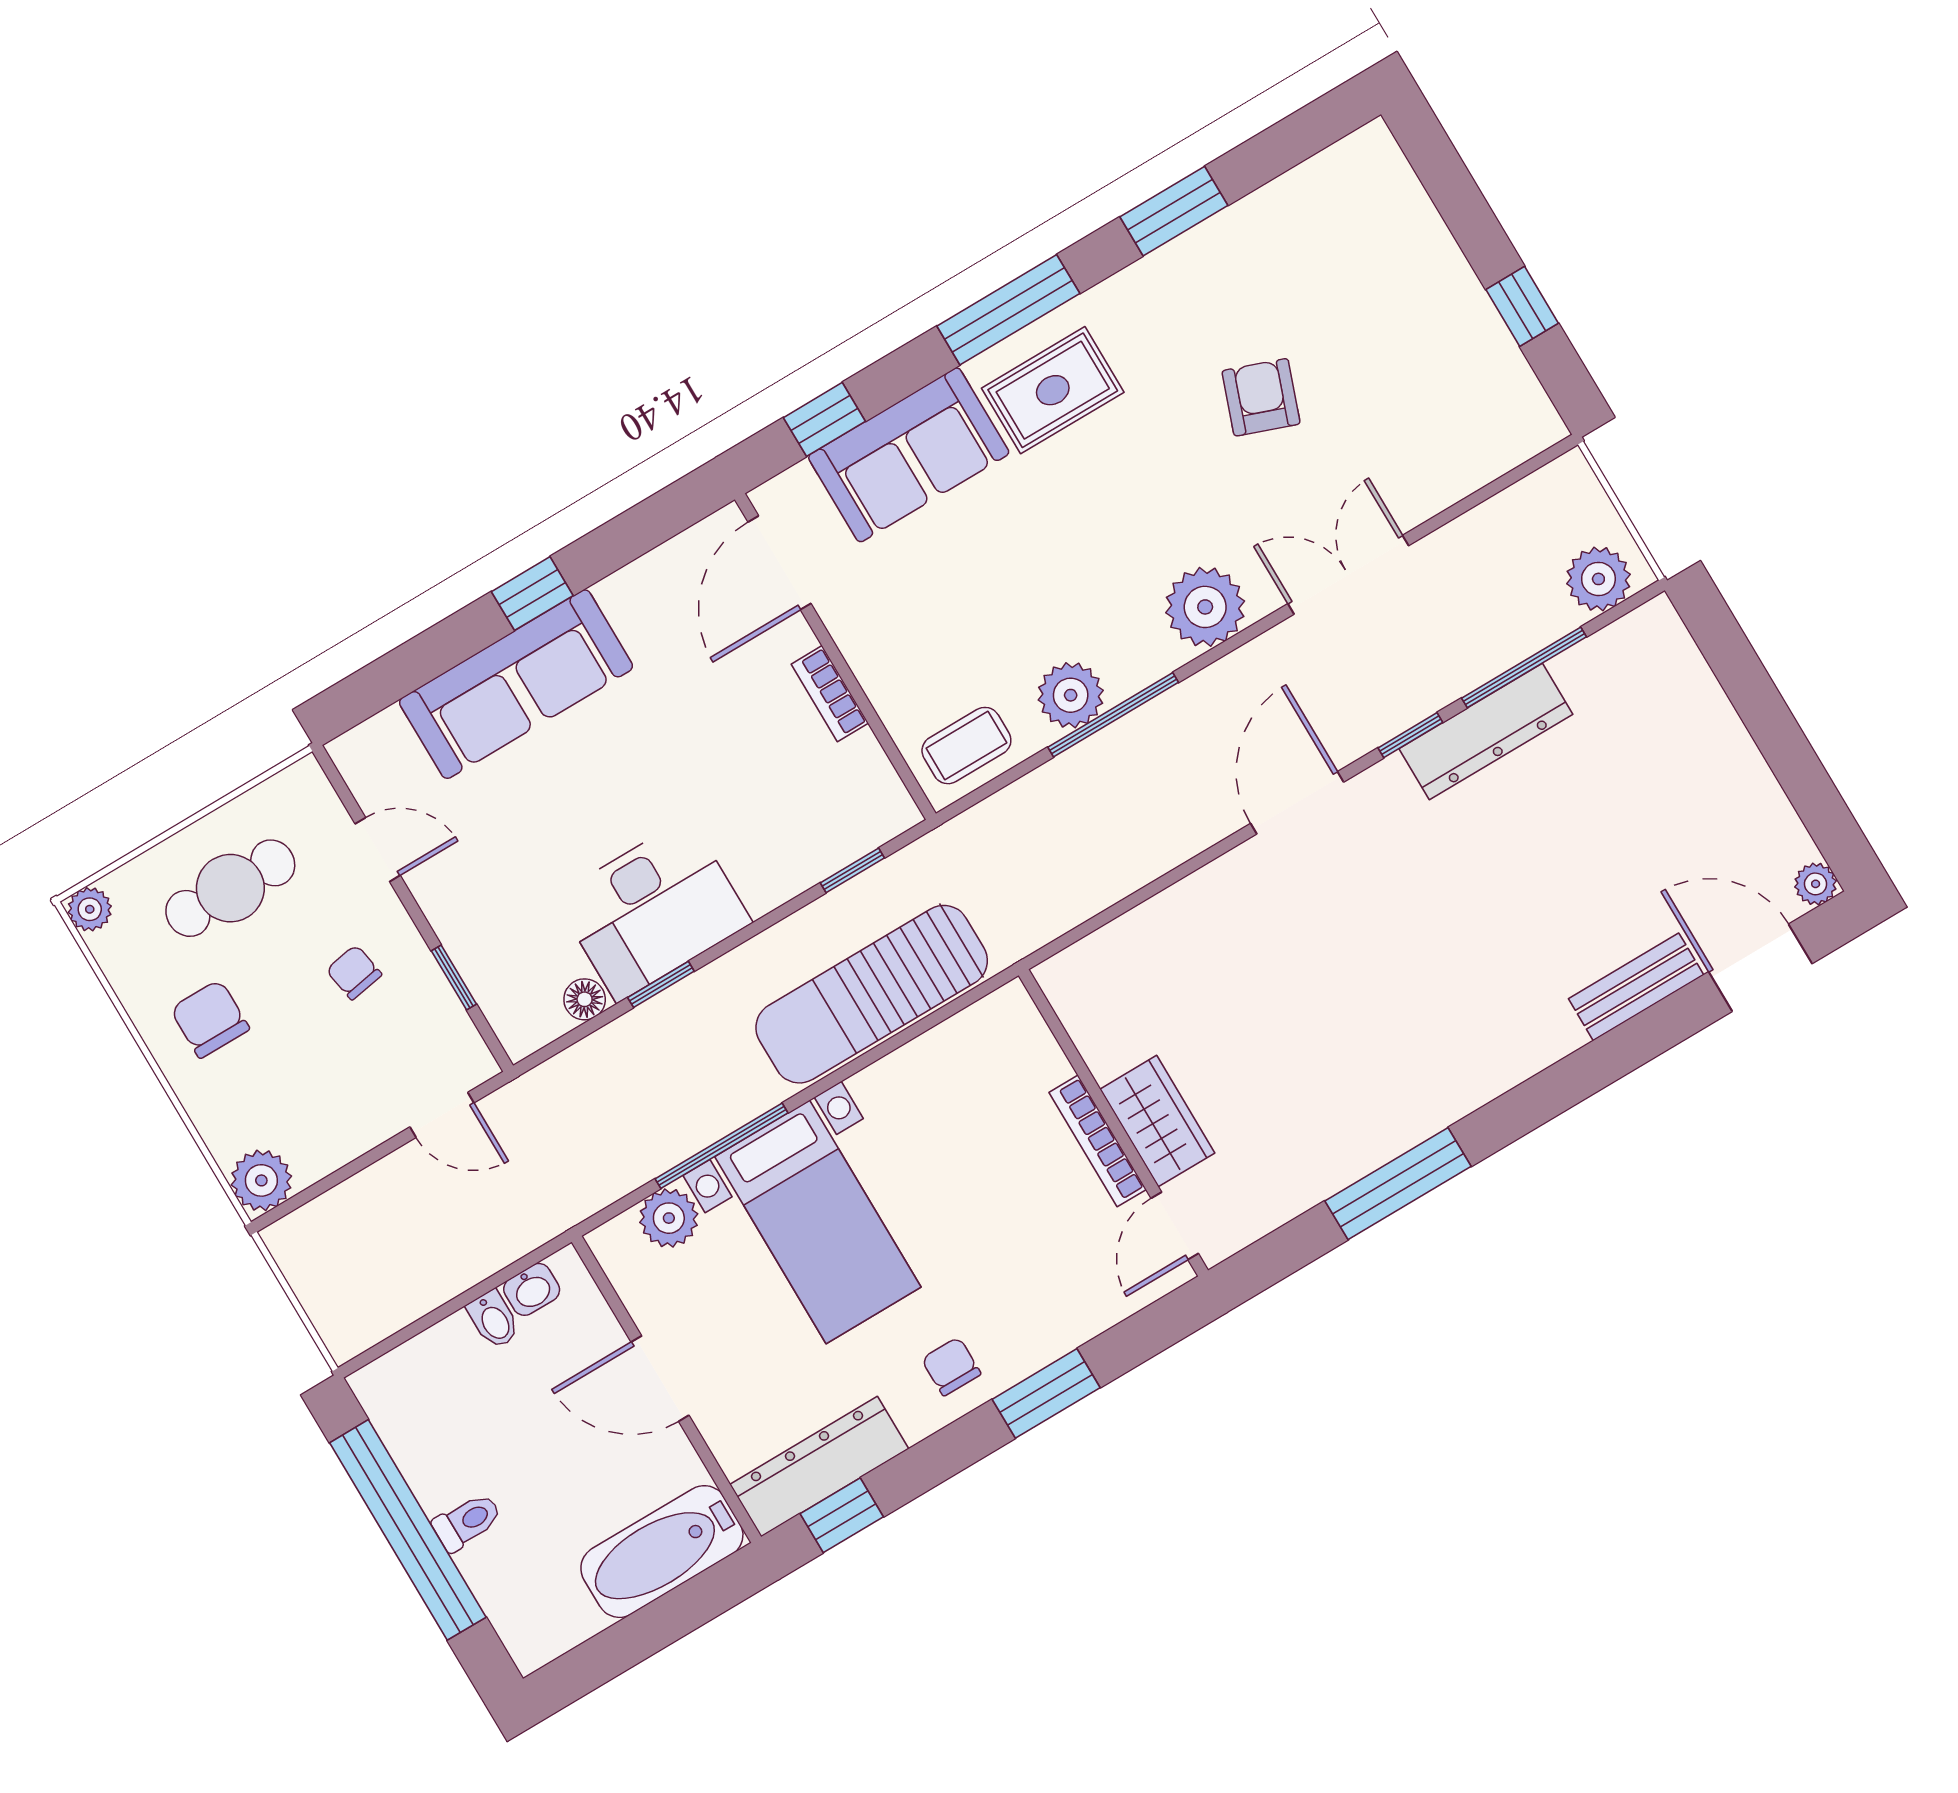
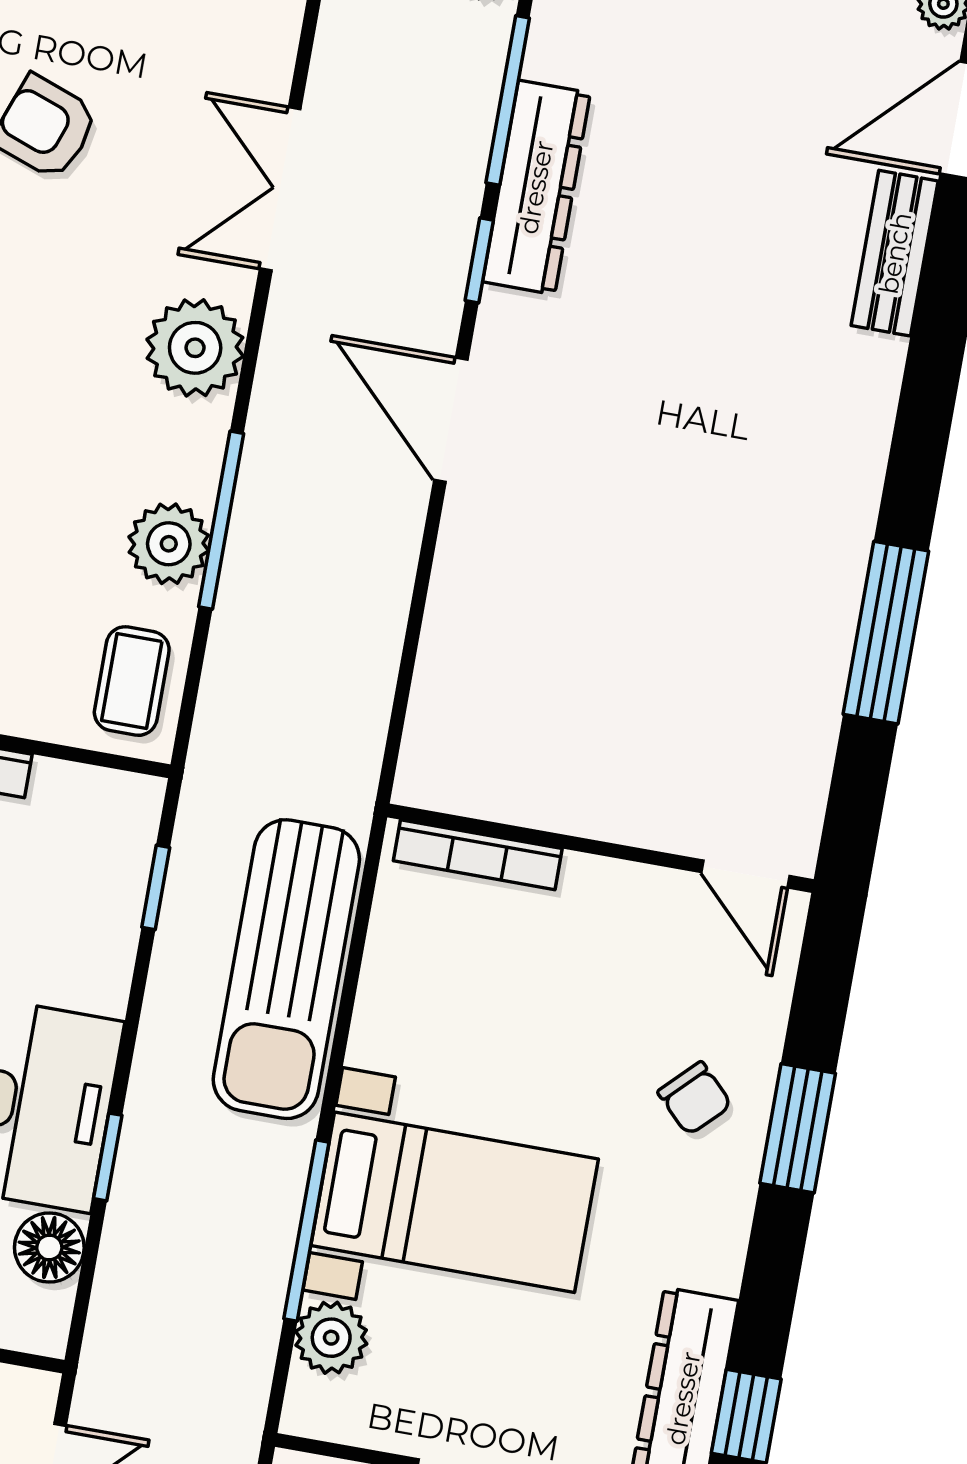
floor lamp: (585, 999) -> (49, 1248), width x1.37, depth x1.37
wardrobe: (1157, 1121) -> (634, 806), removed
bookcase: (1098, 1141) -> (478, 855), moved
chair: (951, 1366) -> (695, 1098), moved, turned -135

